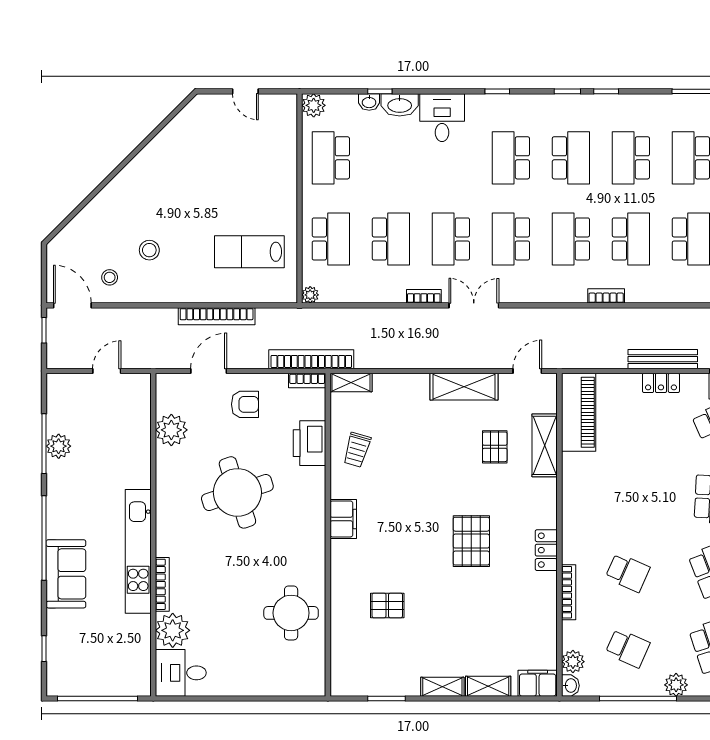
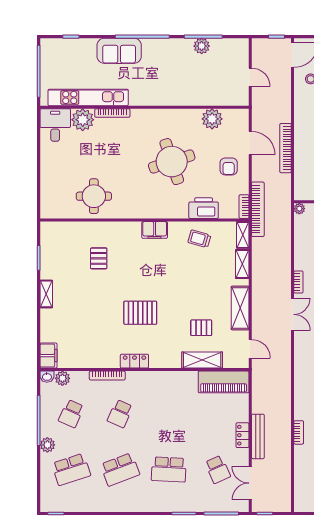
bookcase: (606, 296) -> (299, 432), moved
kitchen unit: (138, 551) -> (88, 97), moved
shelving: (488, 686) -> (242, 264), moved

